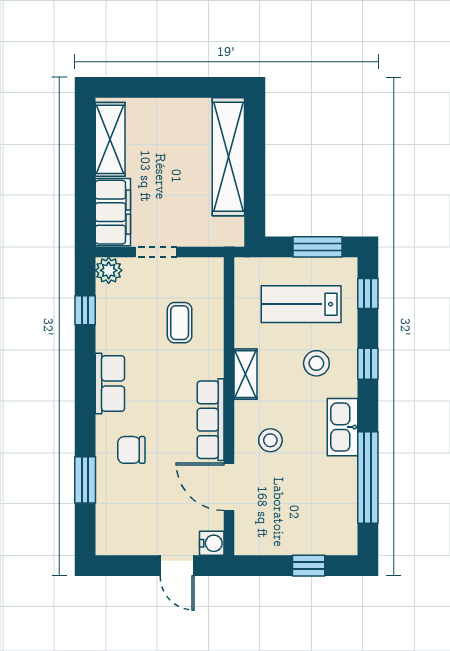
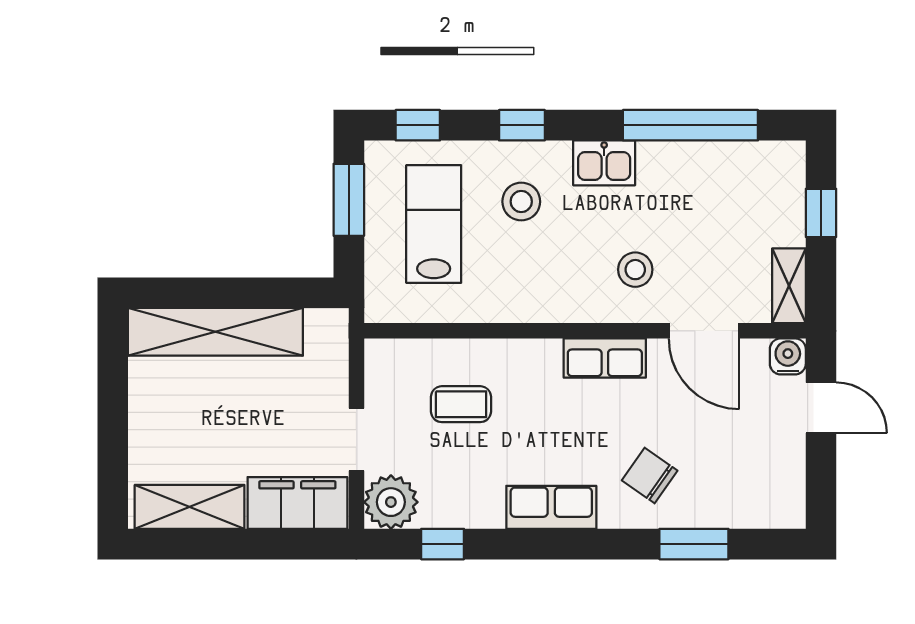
plant: (109, 270) -> (391, 502), width x1.36, depth x1.36
lab bench: (301, 304) -> (434, 224), turned 180
shelving: (246, 374) -> (789, 286), moved, turned 90
row of seats: (211, 420) -> (605, 358), width x0.68
kitchen sink: (342, 427) -> (604, 163), width x0.73
chair: (131, 450) -> (650, 476), turned 125
door: (229, 487) -> (704, 331), hinge flipped
door: (177, 566) -> (821, 408), hinge flipped

